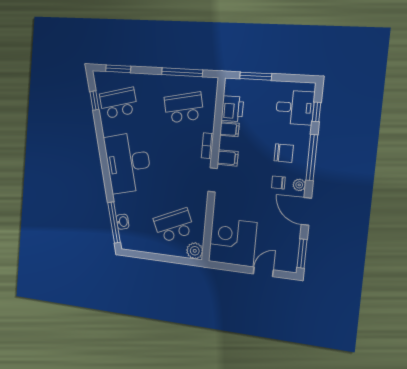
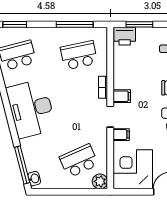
printer: (232, 109) -> (125, 36), moved, turned 90
filing cabinet: (229, 129) -> (121, 135), moved
washbasin: (123, 222) -> (34, 179), moved

